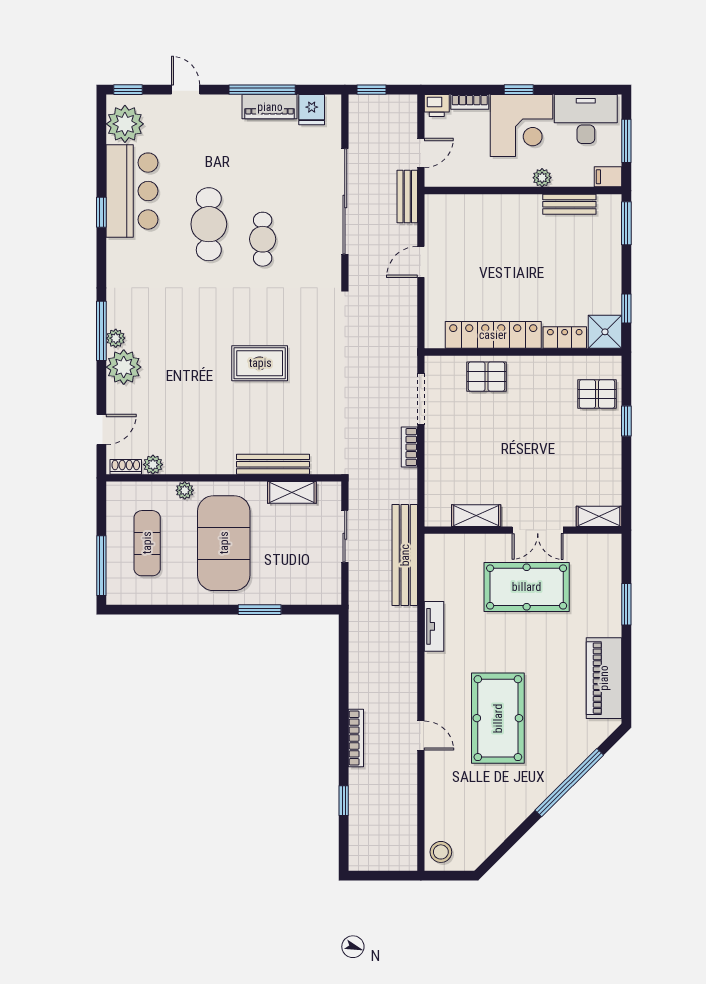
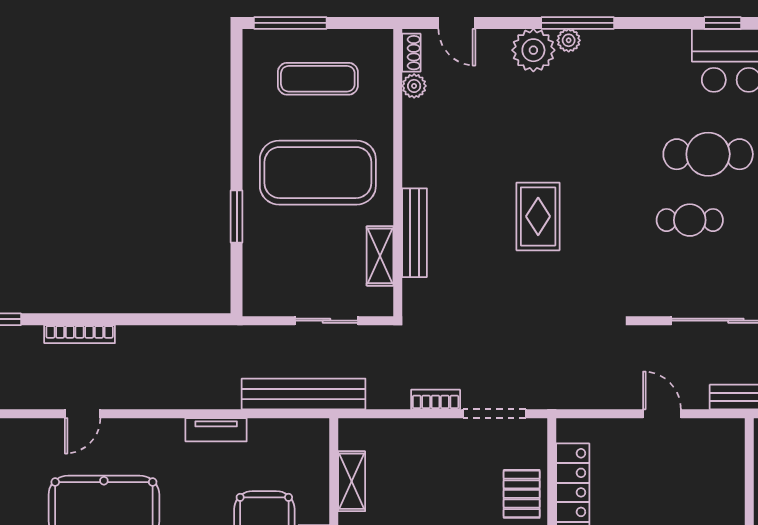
plant: (185, 490) -> (382, 125), removed

